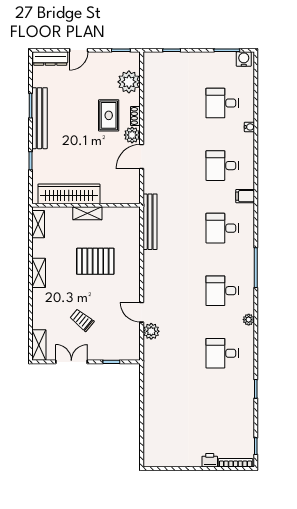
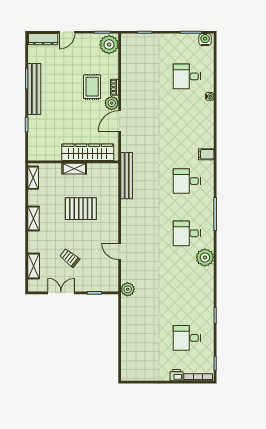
plant: (129, 82) -> (109, 45), moved
desk: (222, 166) -> (187, 129), removed
wardrobe: (69, 194) -> (88, 152), moved
plant: (249, 320) -> (205, 257), width x1.88, depth x1.88
plant: (151, 331) -> (128, 289), moved
shelving: (39, 345) -> (34, 266), moved
desk: (222, 353) -> (187, 338), moved

